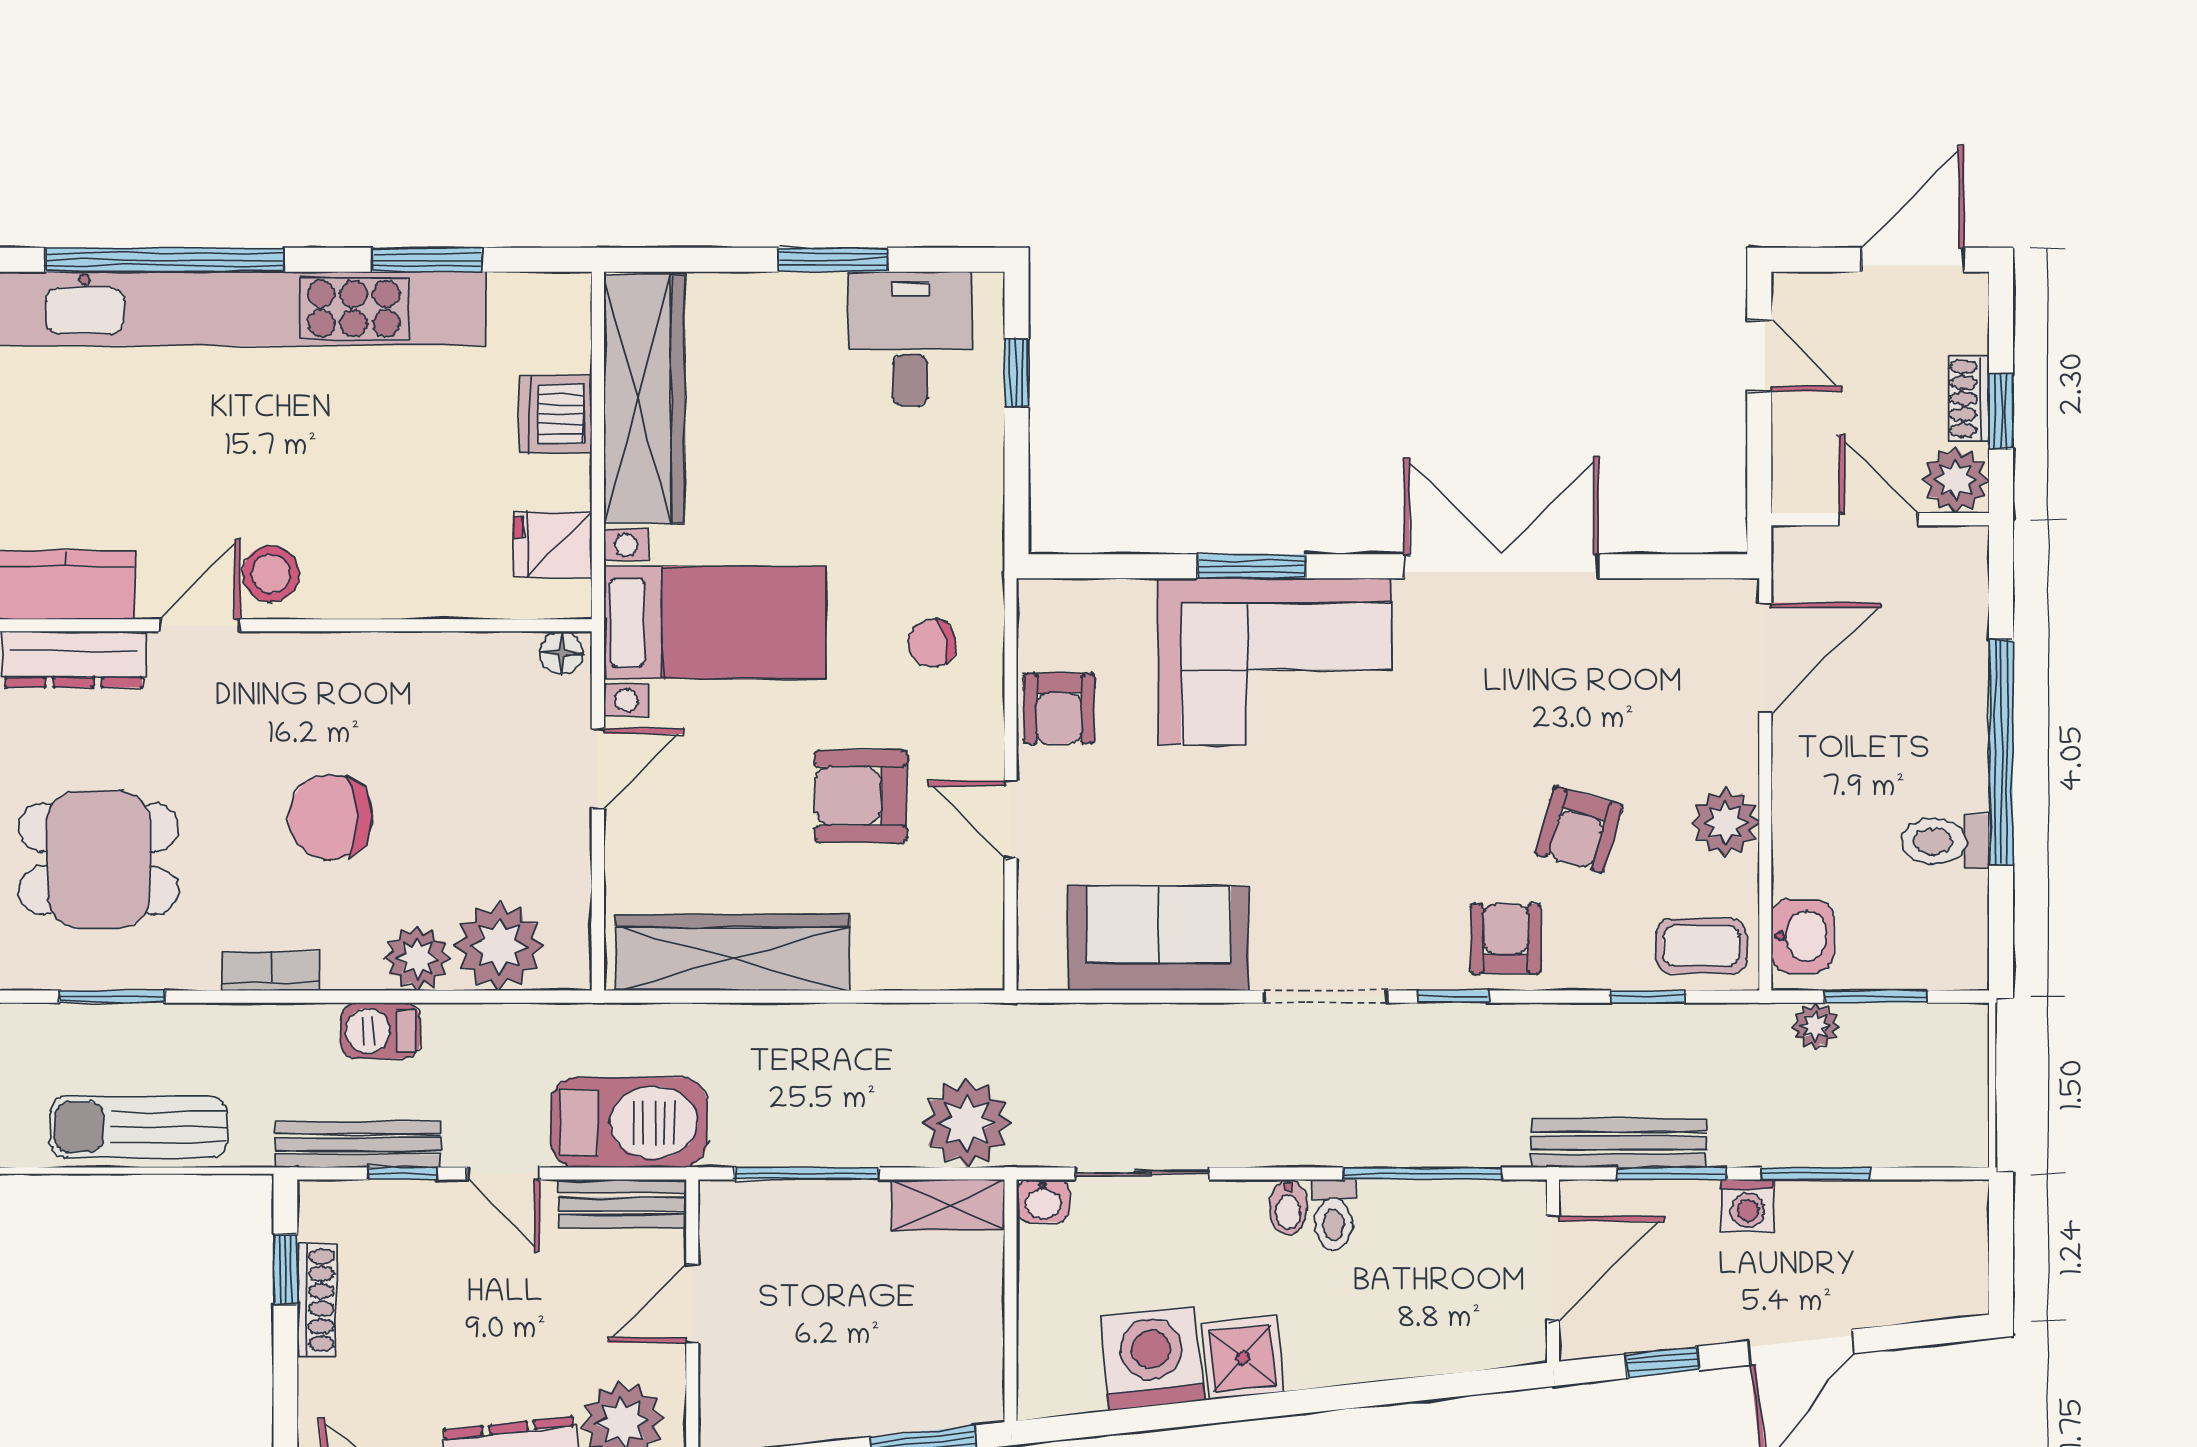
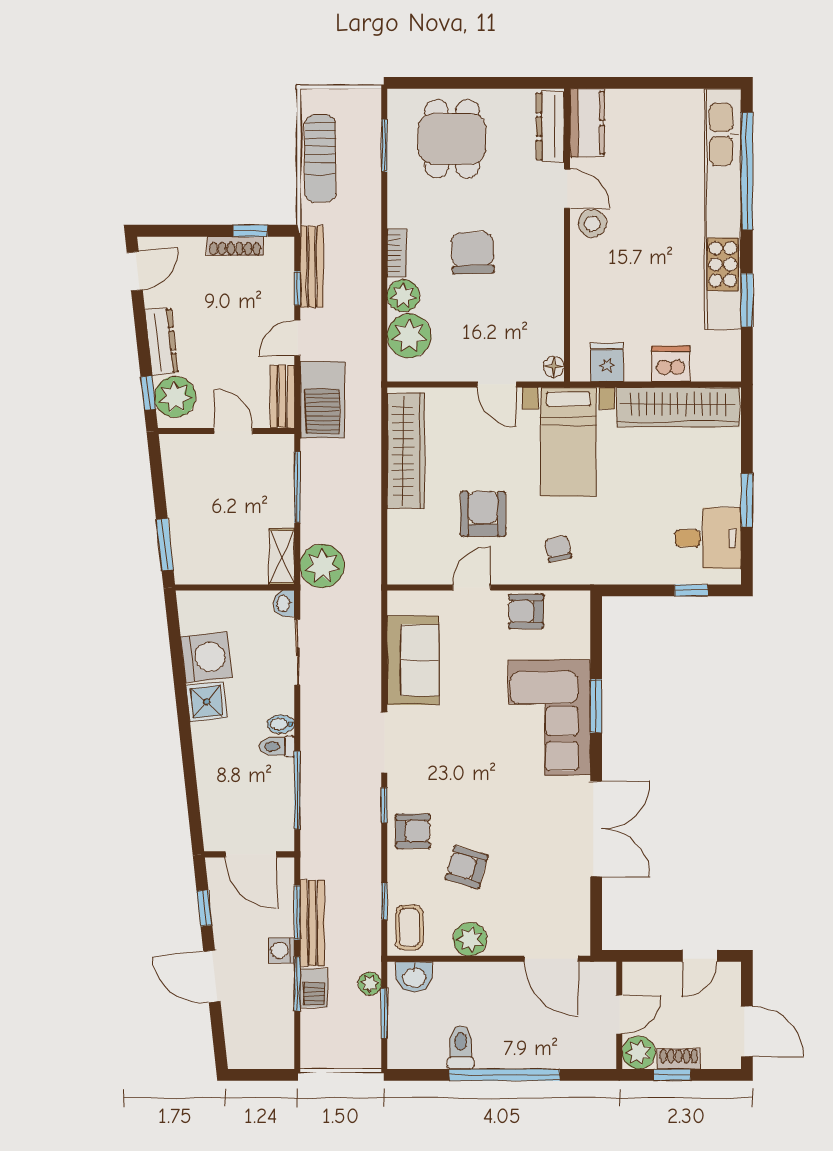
bookcase: (271, 971) -> (397, 253), moved
barbecue: (380, 1031) -> (314, 988), moved, turned 180
sun lounger: (139, 1127) -> (320, 158), turned 180
bench: (1619, 1143) -> (312, 923), moved

